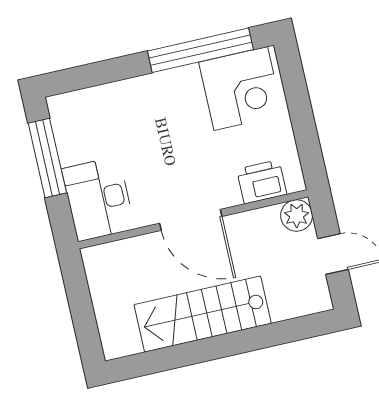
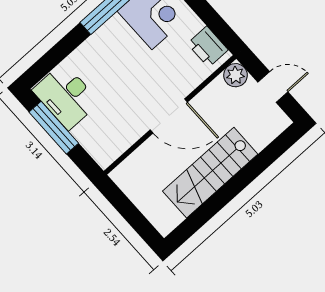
printer: (262, 182) -> (208, 47), moved, turned -90
desk: (98, 199) -> (66, 96), moved

